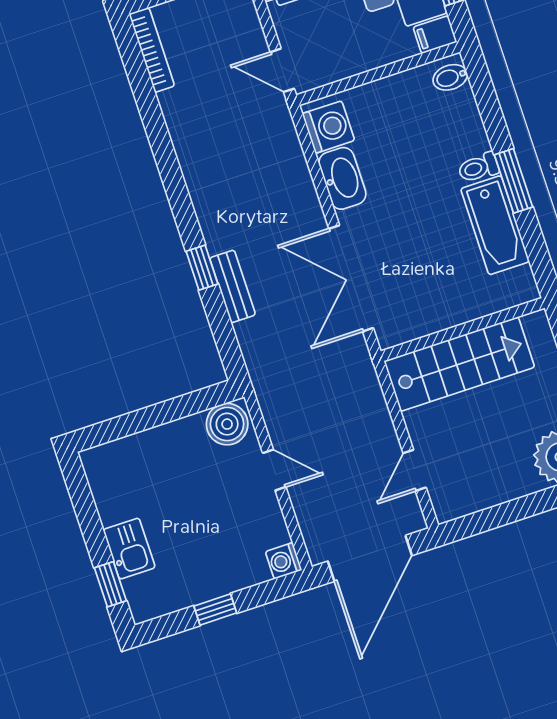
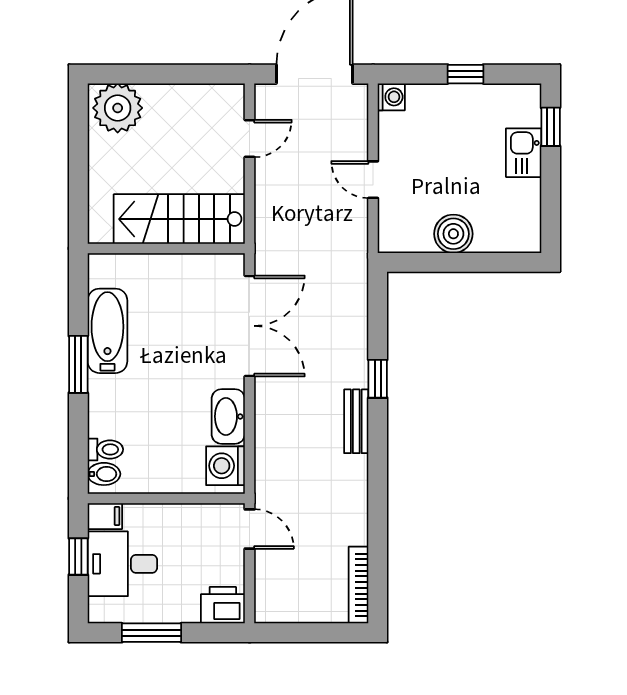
toilet: (478, 168) -> (105, 449), moved
bench: (233, 286) -> (356, 421), moved
boiler: (227, 424) -> (453, 234), moved

